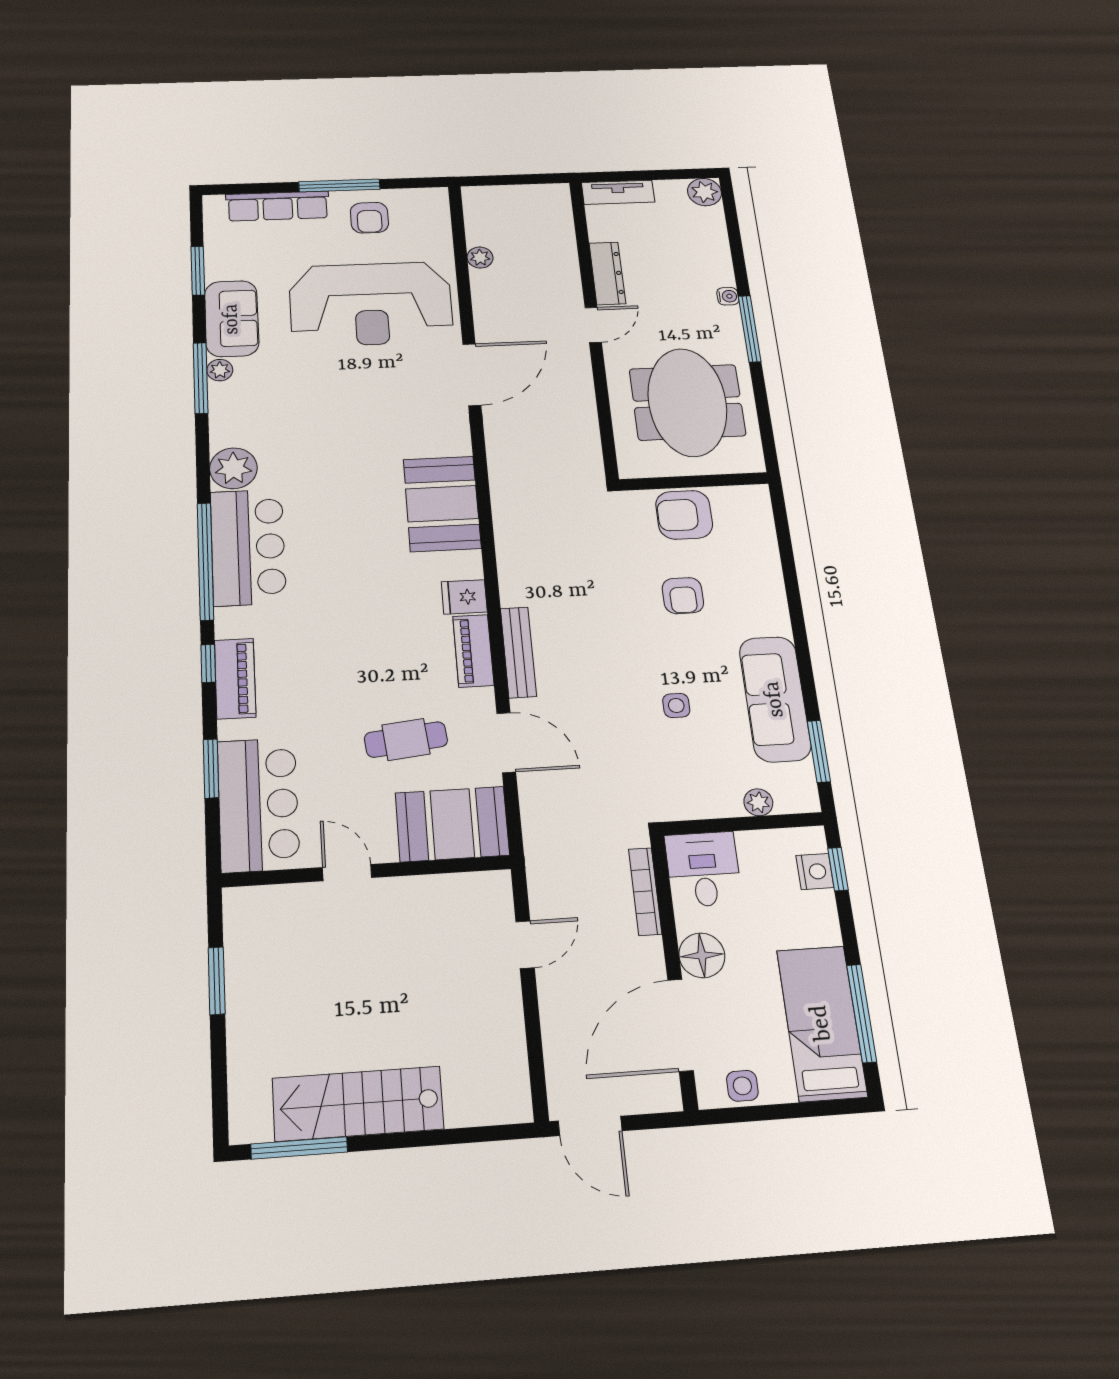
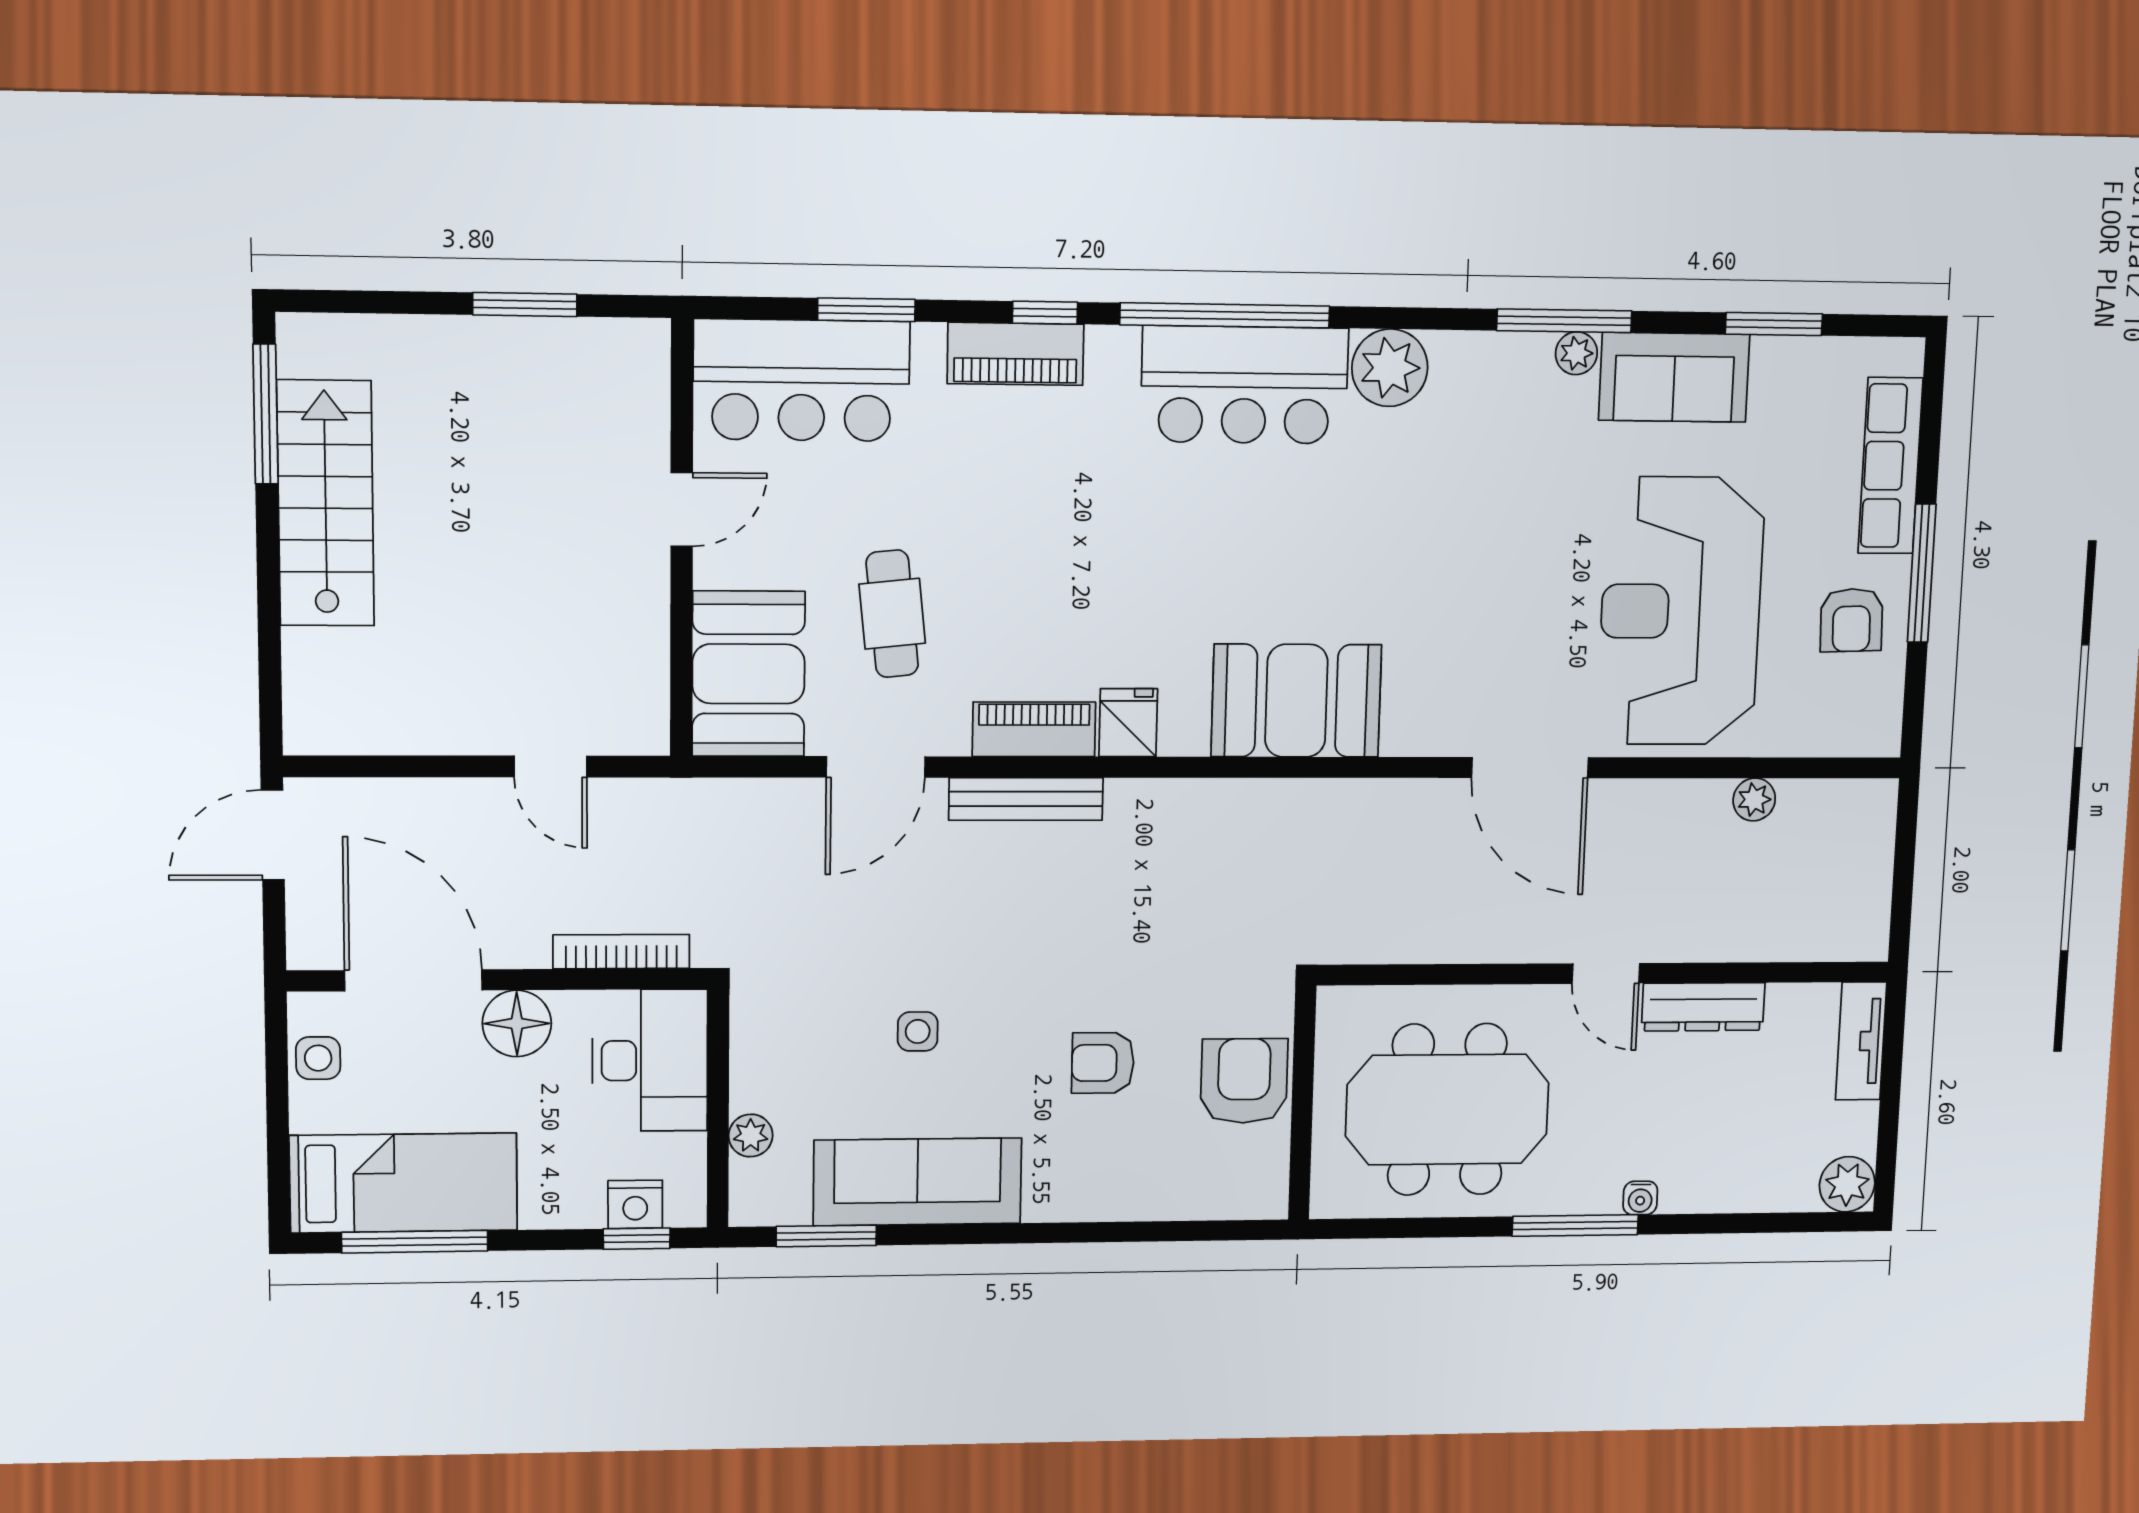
armchair: (369, 218) -> (1851, 620), turned -92
desk: (703, 869) -> (650, 1060), width x1.37

